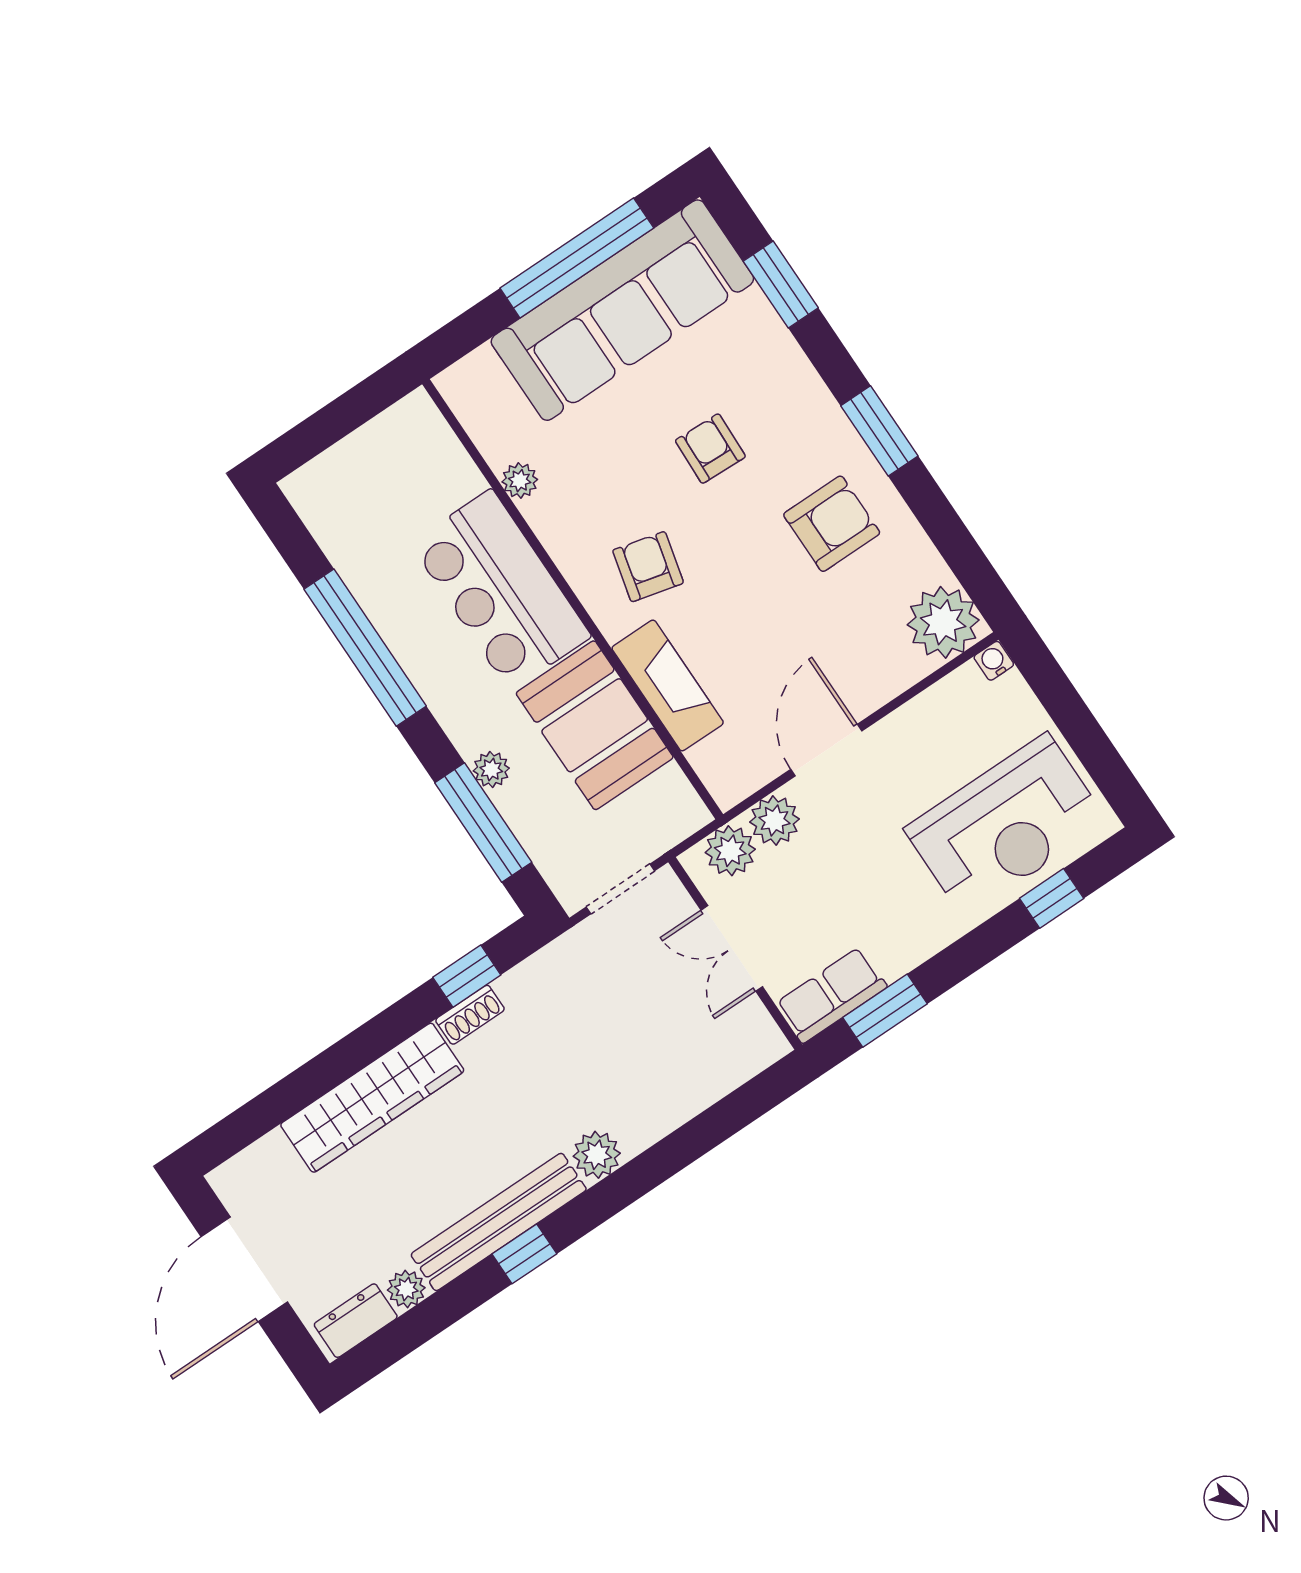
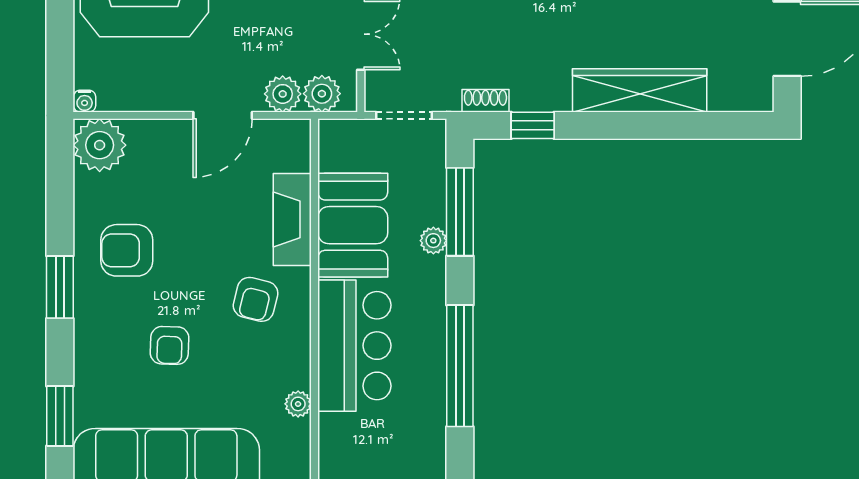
shoe rack: (470, 1015) -> (485, 101), moved

